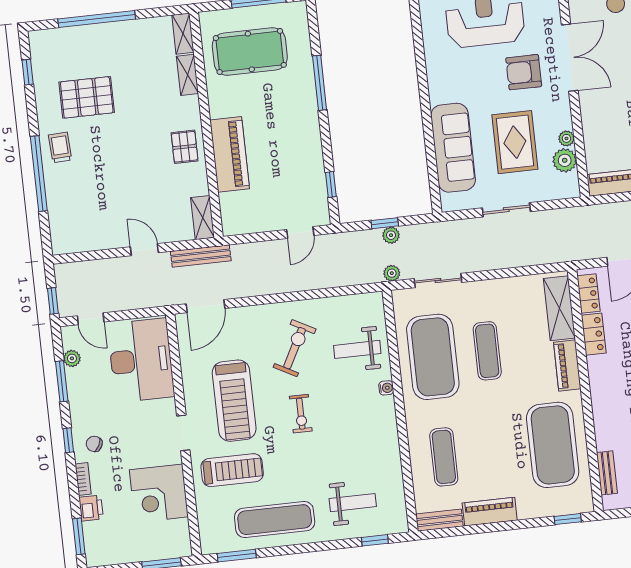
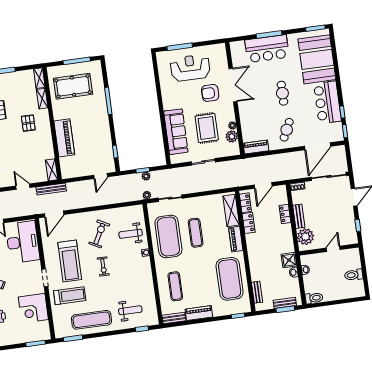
pallet: (185, 147) -> (28, 123), moved

